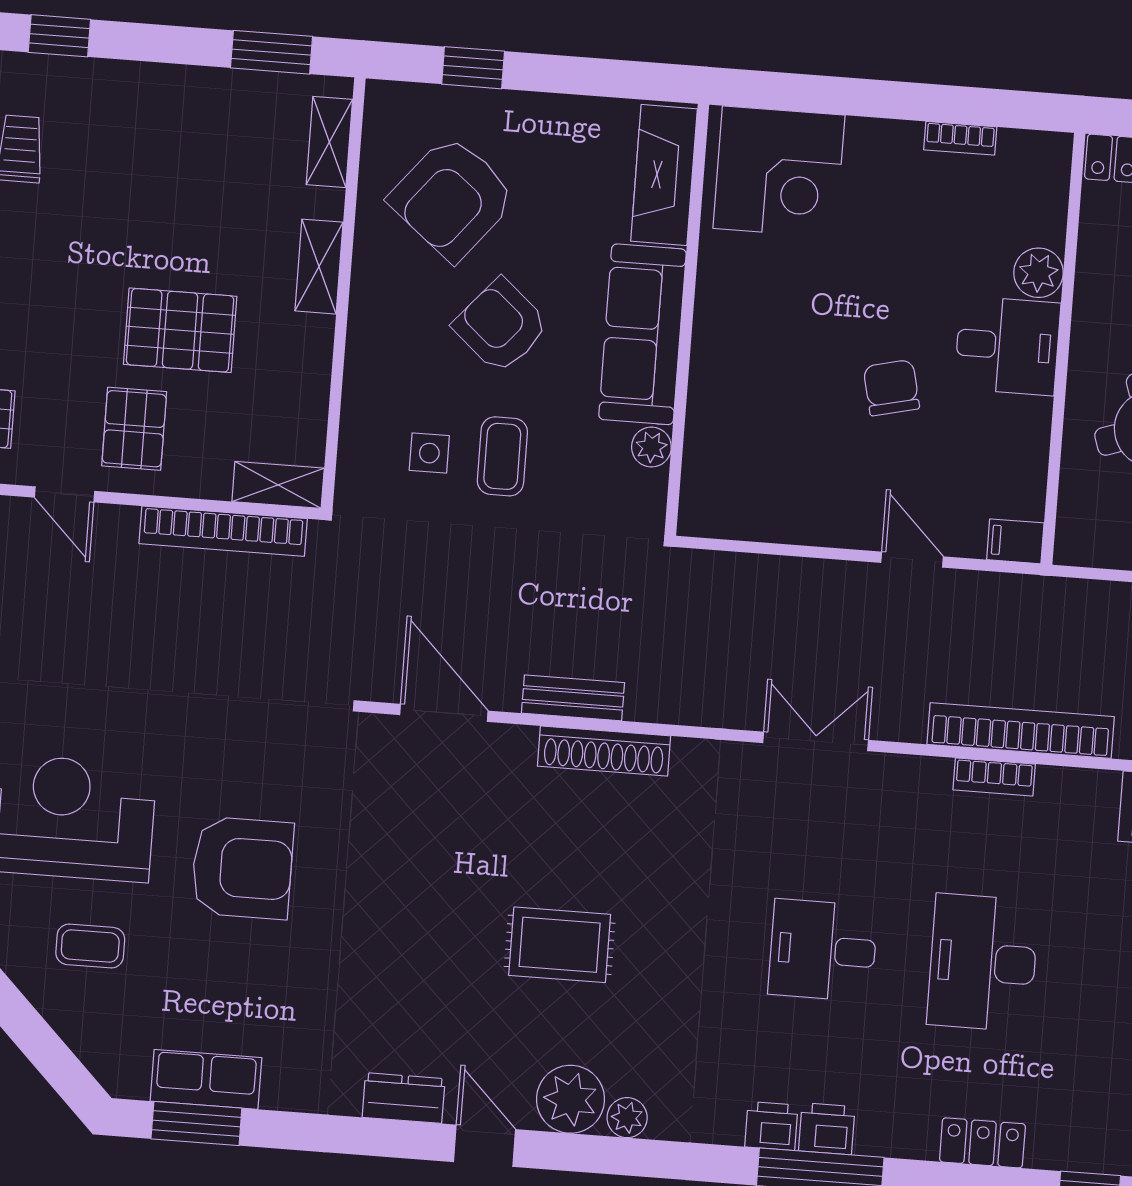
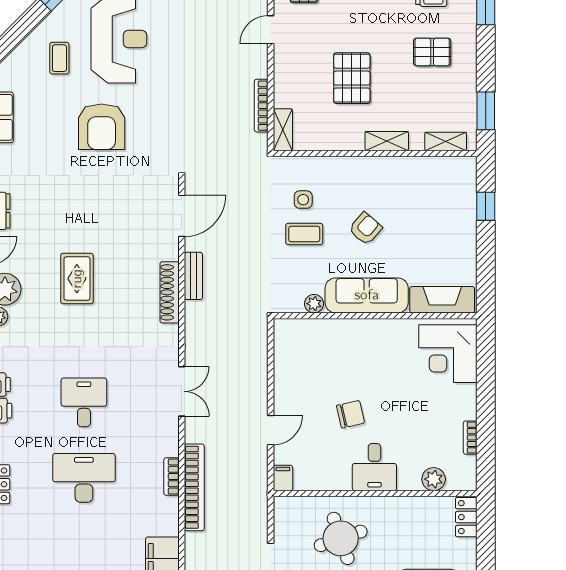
armchair: (452, 198) -> (424, 201), removed
plant: (1039, 273) -> (434, 479), moved
armchair: (501, 326) -> (365, 229), width x0.72, depth x0.72
pallet: (134, 429) -> (432, 52), moved
bookcase: (223, 531) -> (261, 106), width x0.68, depth x0.76

